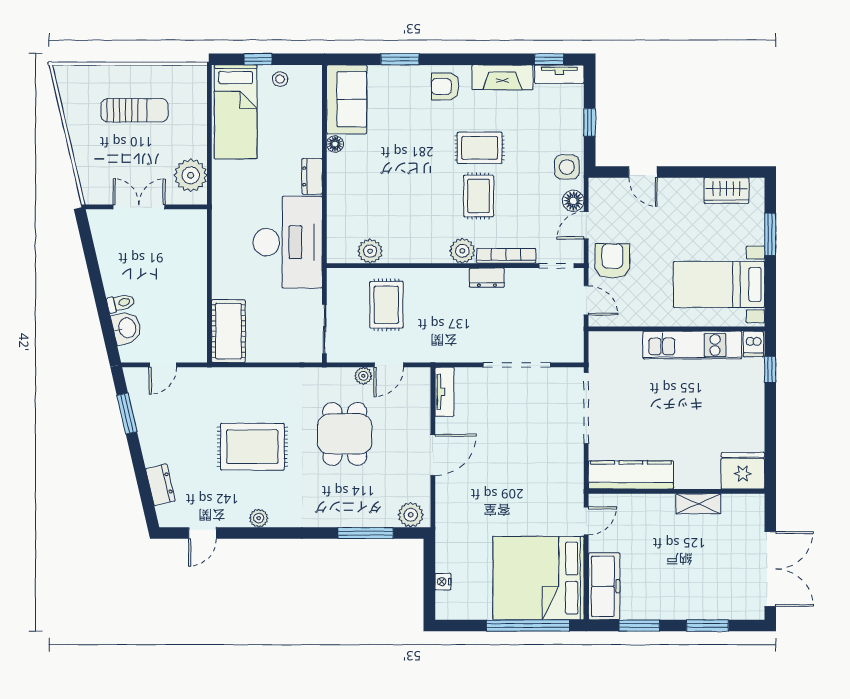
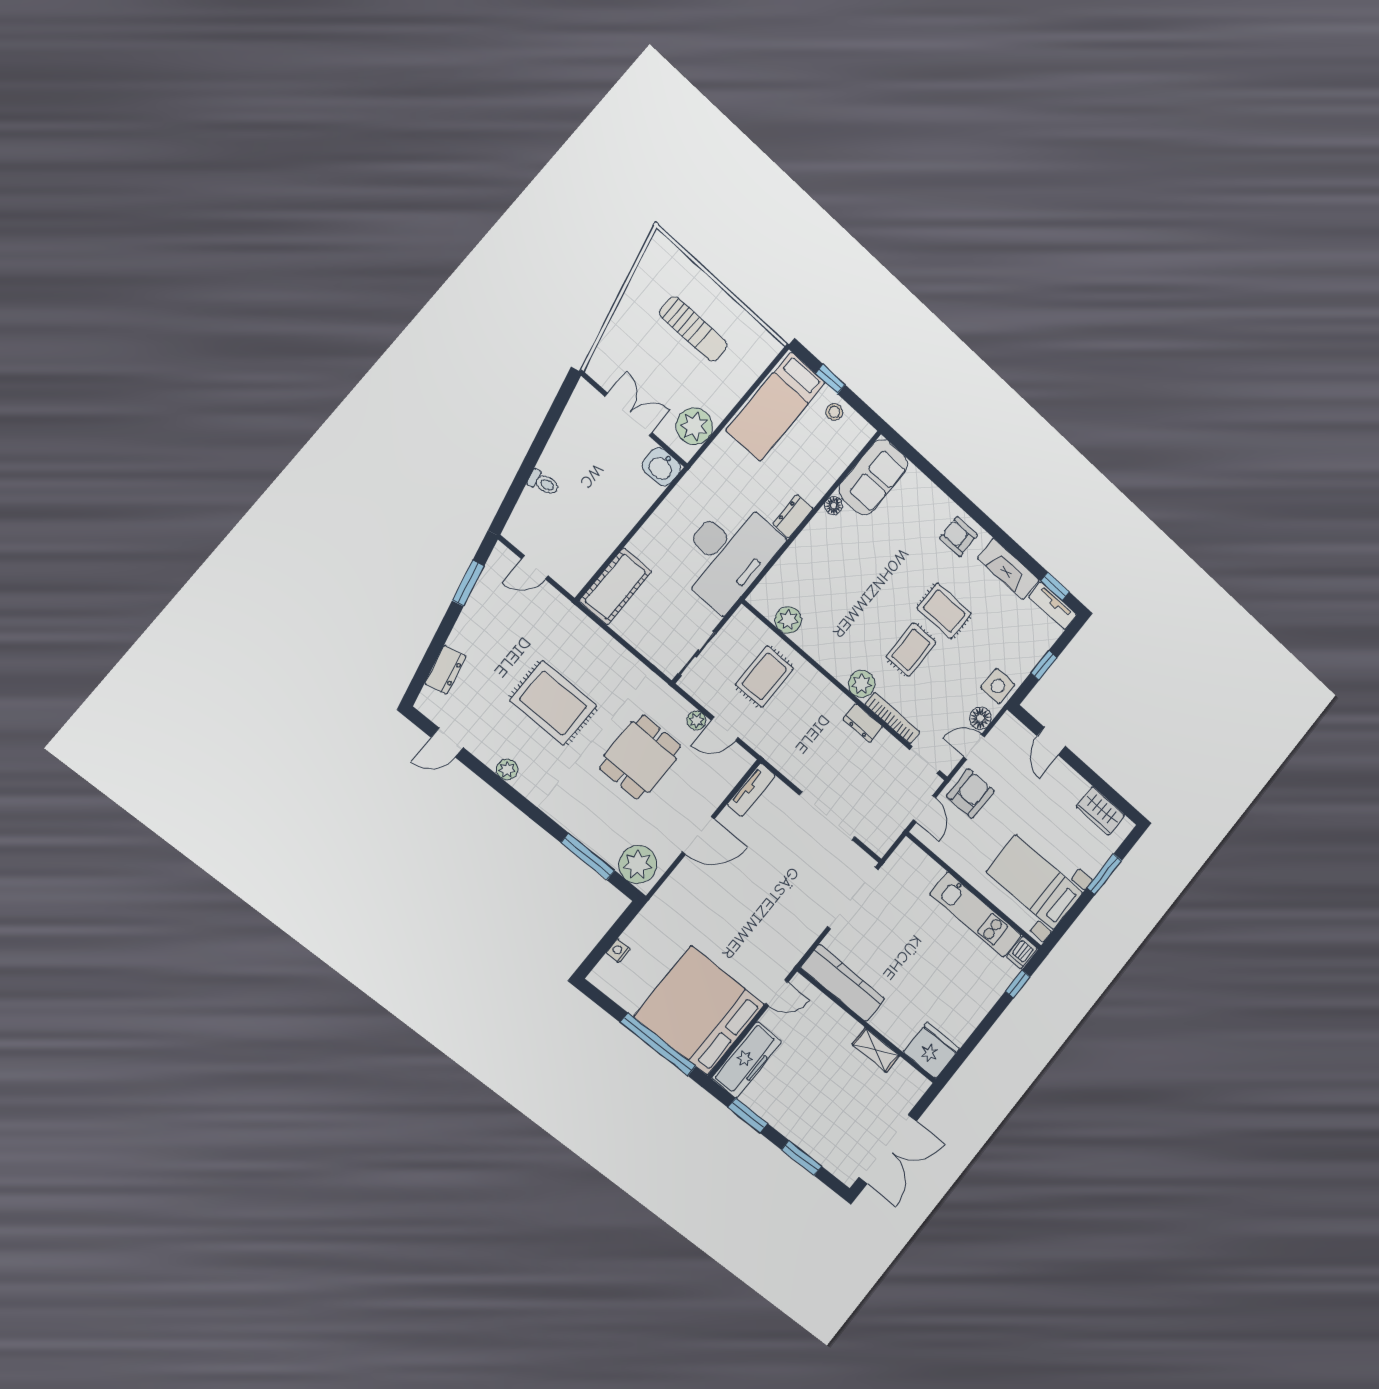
window: (400, 59) -> (942, 482), removed
washbasin: (127, 328) -> (661, 467), moved, turned 103
plant: (411, 515) -> (638, 865), width x1.36, depth x1.36

